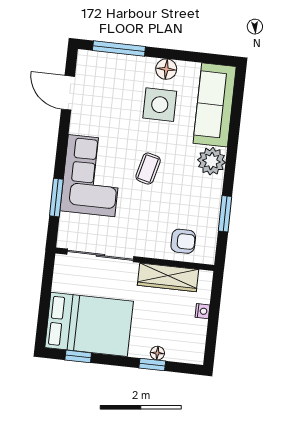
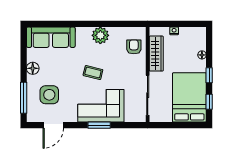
side table: (160, 105) -> (49, 95), moved
plant: (211, 161) -> (100, 35), moved
window: (56, 198) -> (99, 125), moved
window: (225, 214) -> (115, 24), removed
window: (152, 365) -> (209, 75), moved

